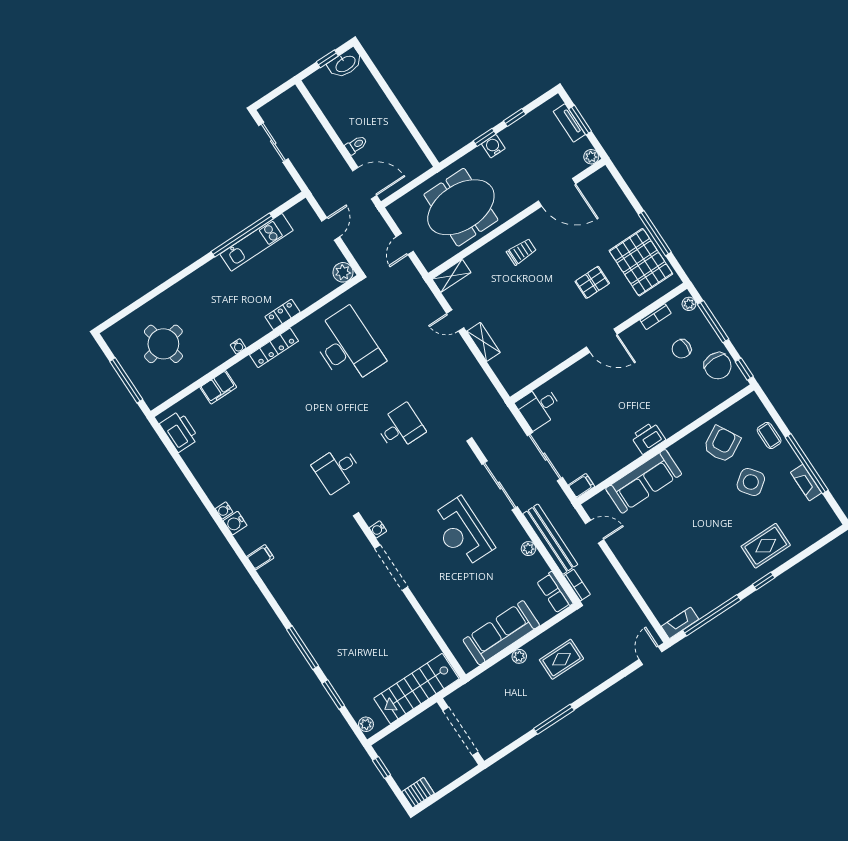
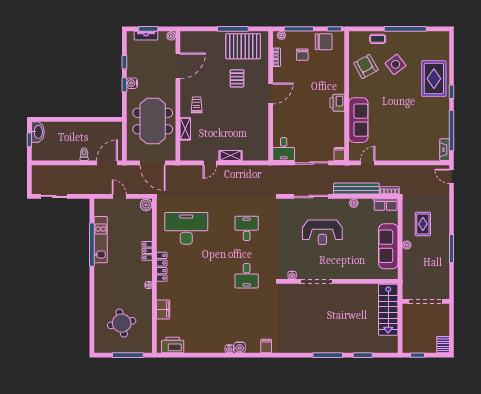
door: (405, 244) -> (153, 163), width x1.88
shelving: (452, 276) -> (185, 129), moved
fireplace: (806, 483) -> (415, 36), removed
rug: (766, 546) -> (434, 79), width x1.36, depth x1.43
plant: (366, 724) -> (390, 348), removed

